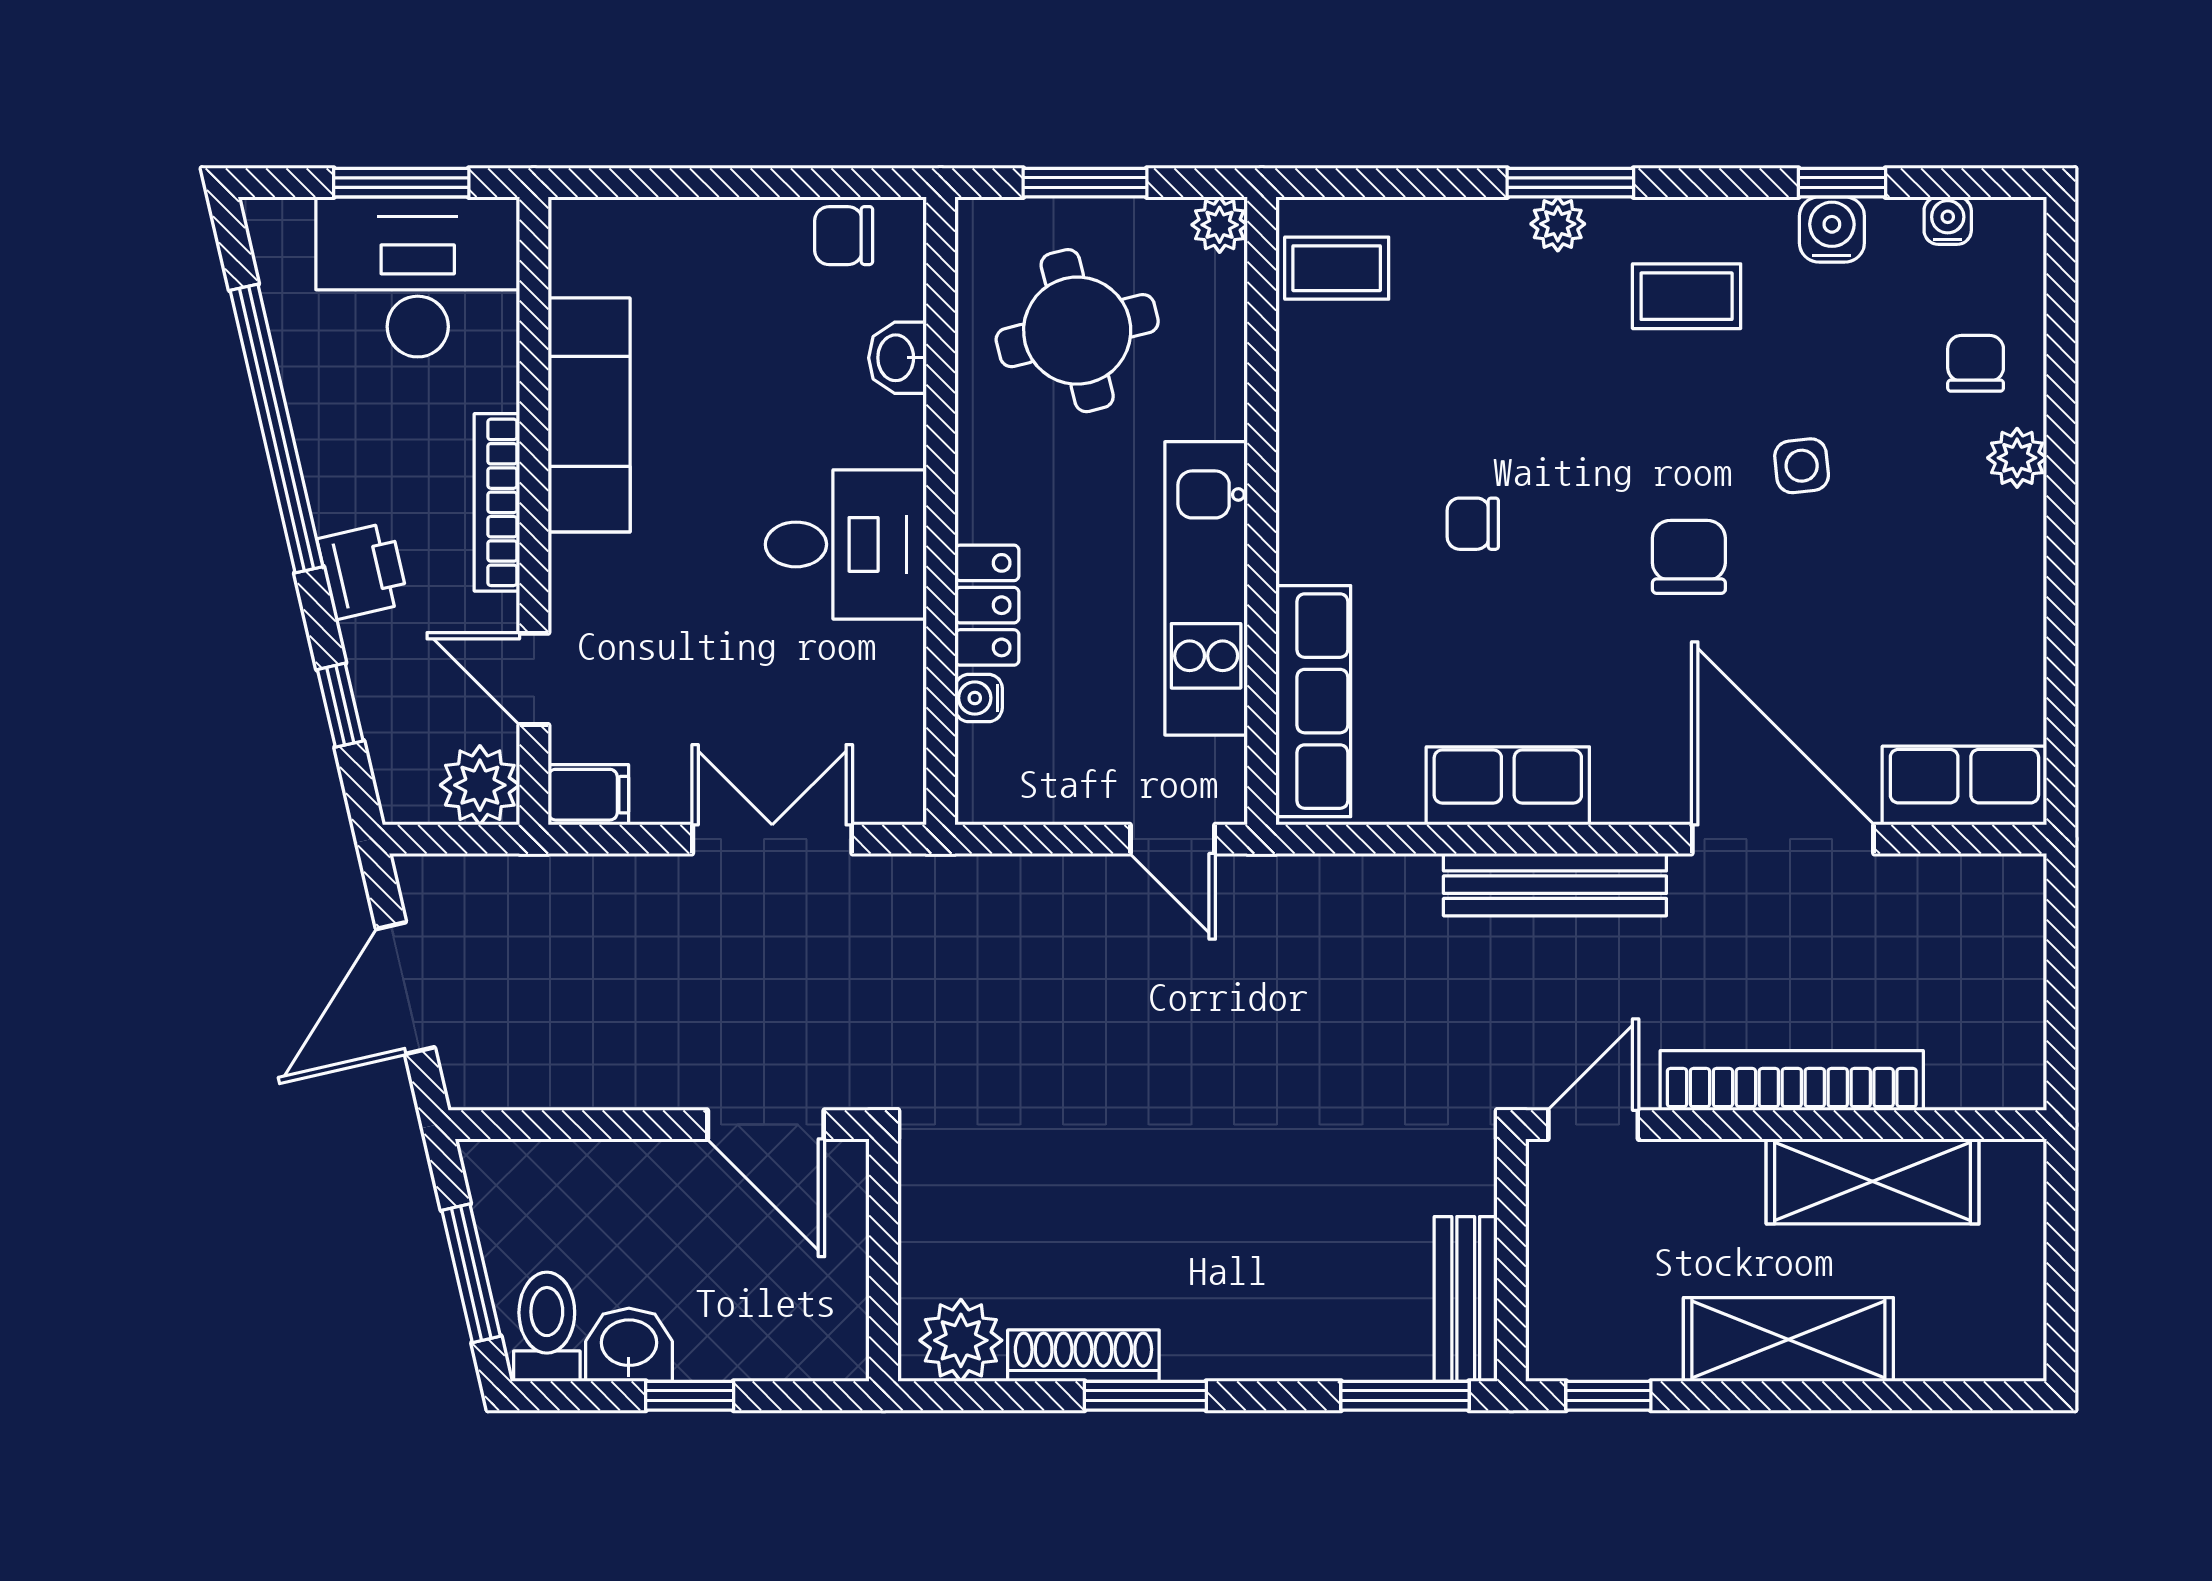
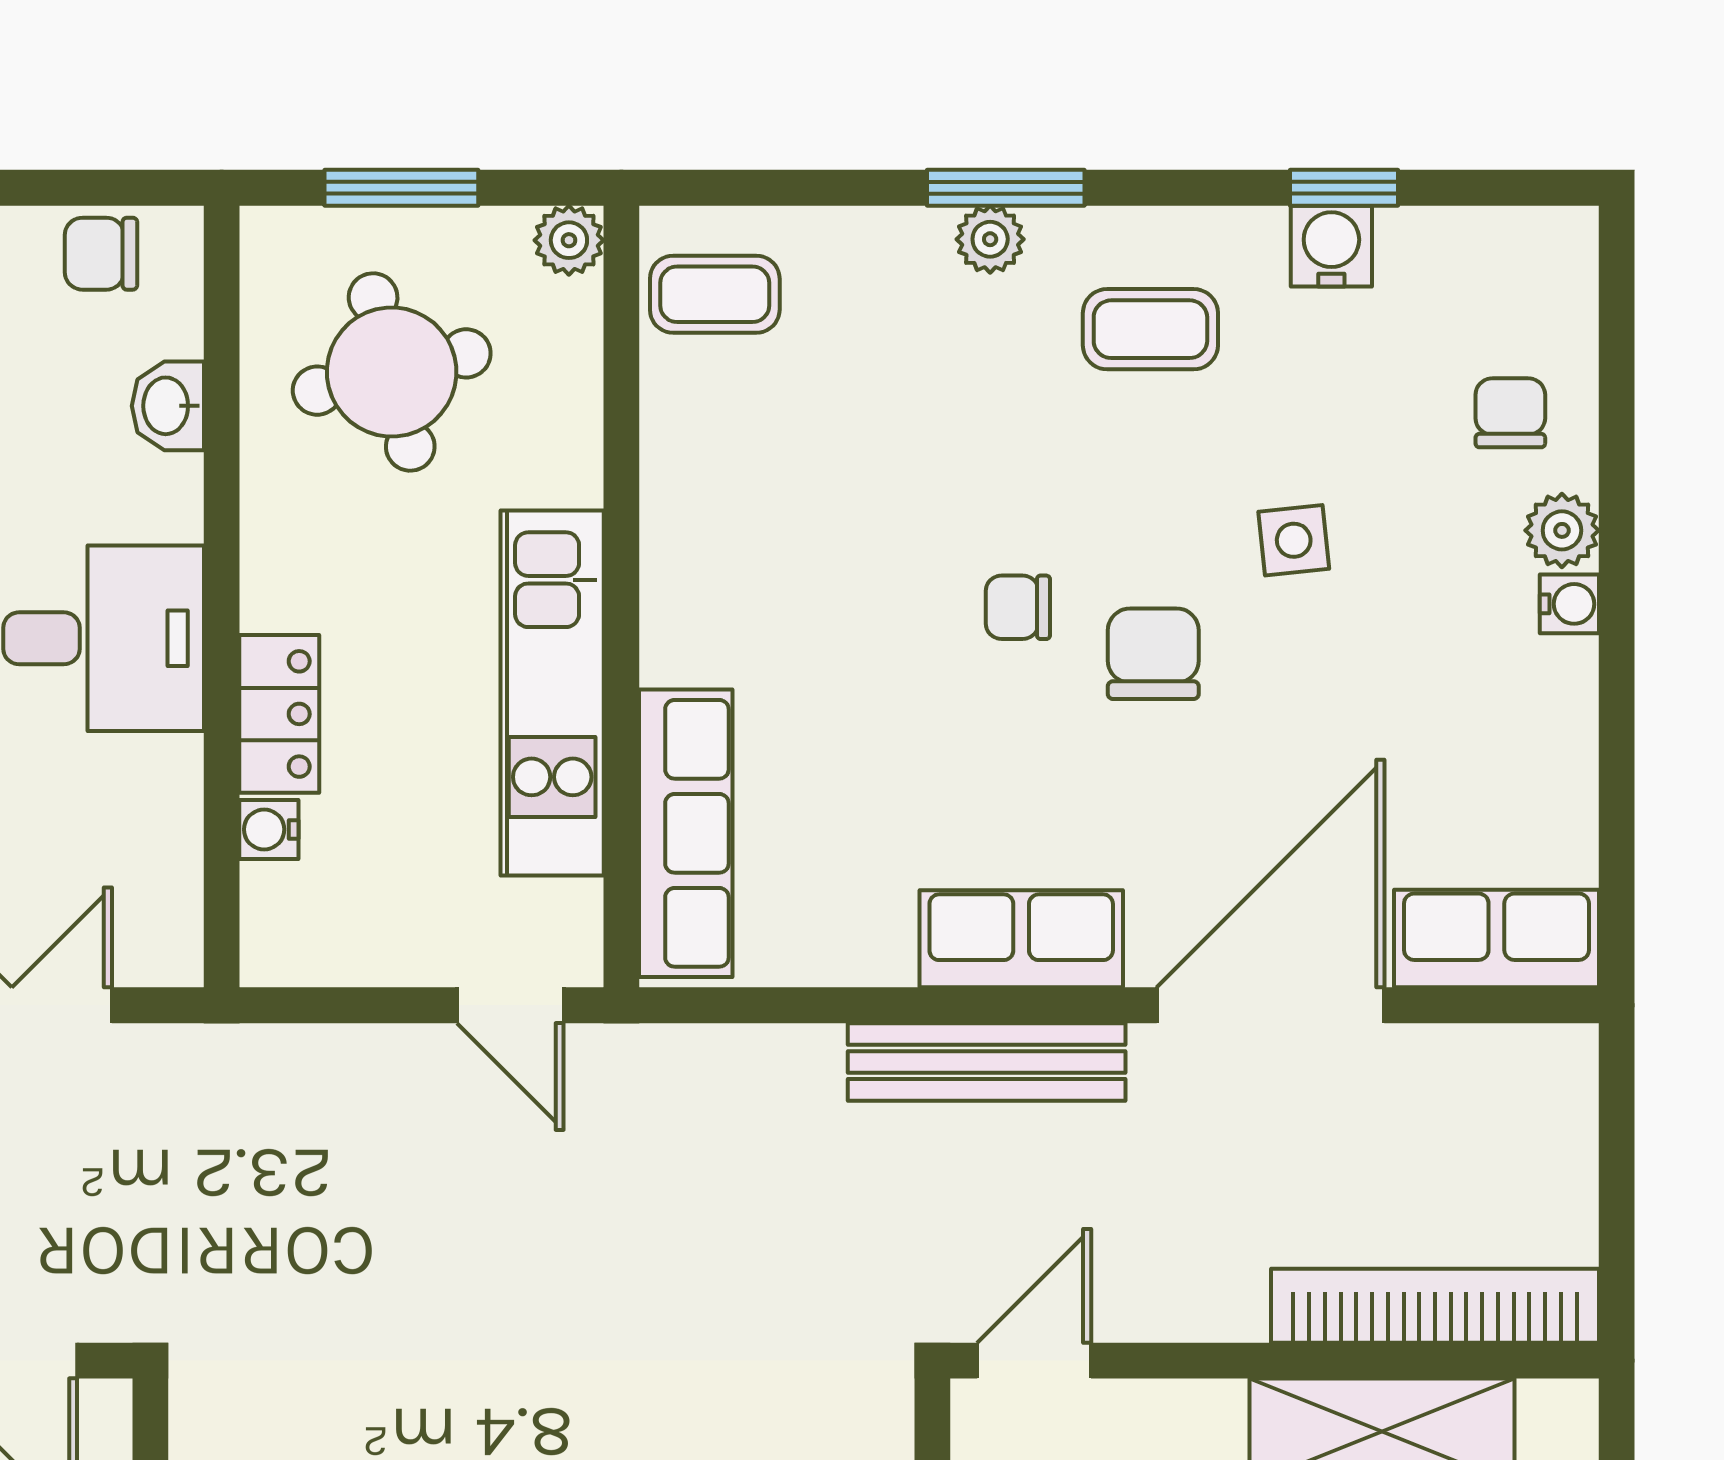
water cooler: (1948, 221) -> (1569, 604), moved, turned 90
chair: (1473, 524) -> (1018, 607), moved
row of seats: (1508, 786) -> (1021, 939), moved
door: (1783, 839) -> (1271, 1005), hinge flipped
bookcase: (1792, 1080) -> (1435, 1306), moved

